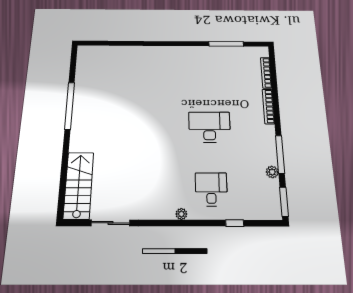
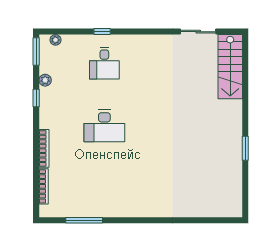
window: (70, 106) -> (245, 148), width x0.47
window: (280, 154) -> (36, 98), width x0.46
plant: (181, 214) -> (56, 40), moved
window: (235, 223) -> (102, 32), moved

